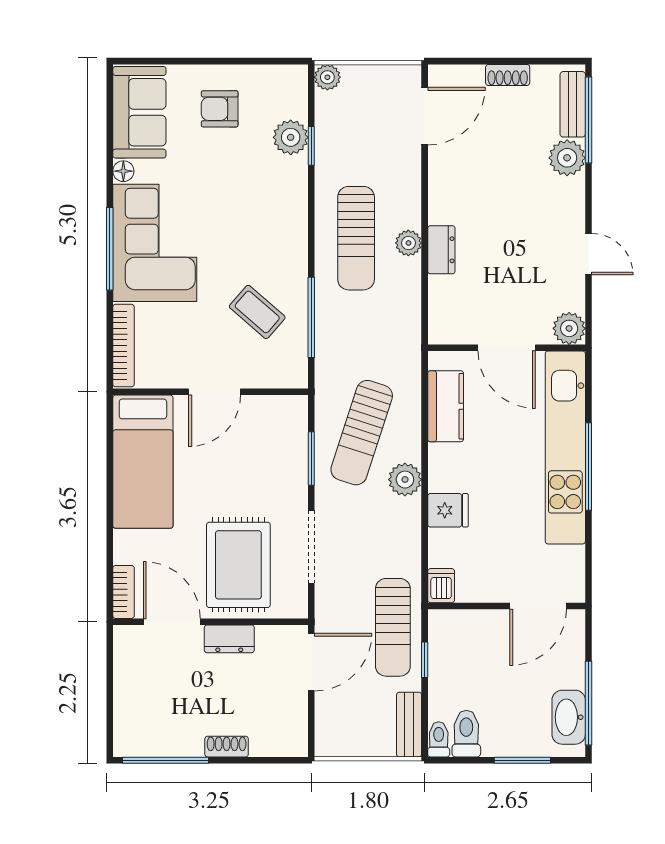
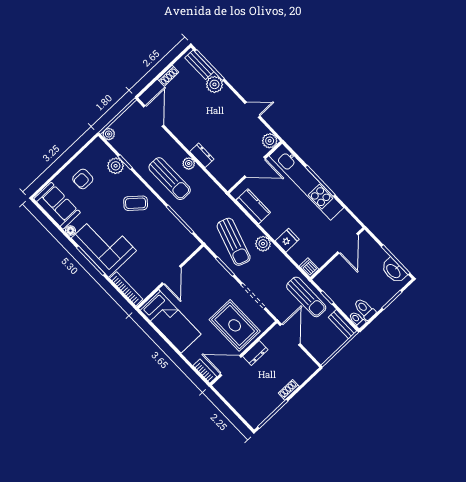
coffee table: (257, 312) -> (136, 203), moved

